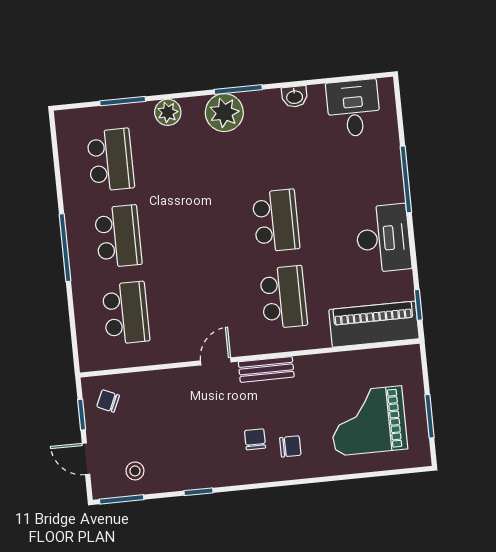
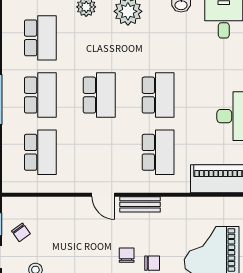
school desk: (197, 229) -> (99, 95), added
door: (216, 361) -> (103, 195), swing flipped
chair: (108, 401) -> (21, 232), moved, turned -150

